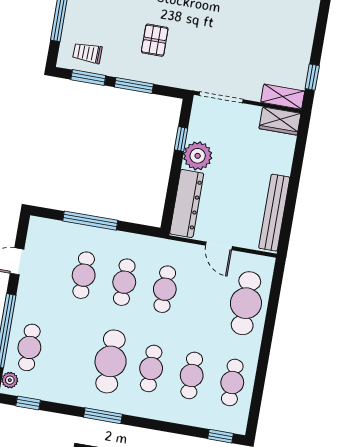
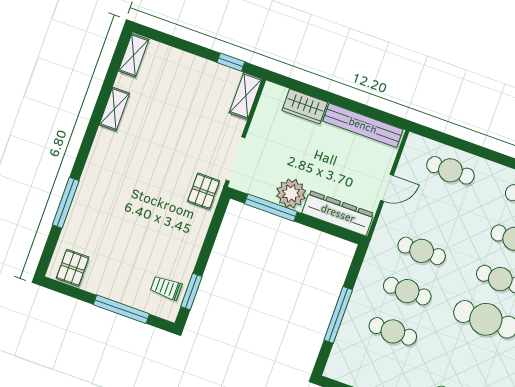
pallet: (155, 40) -> (204, 191), moved, turned 90
trolley: (87, 53) -> (166, 288), turned 89
window: (134, 85) -> (208, 246), removed
wardrobe: (280, 121) -> (305, 106), moved, turned 90
window: (181, 139) -> (271, 208), width x2.17
cafe table: (246, 303) -> (450, 170), width x0.73, depth x0.74

